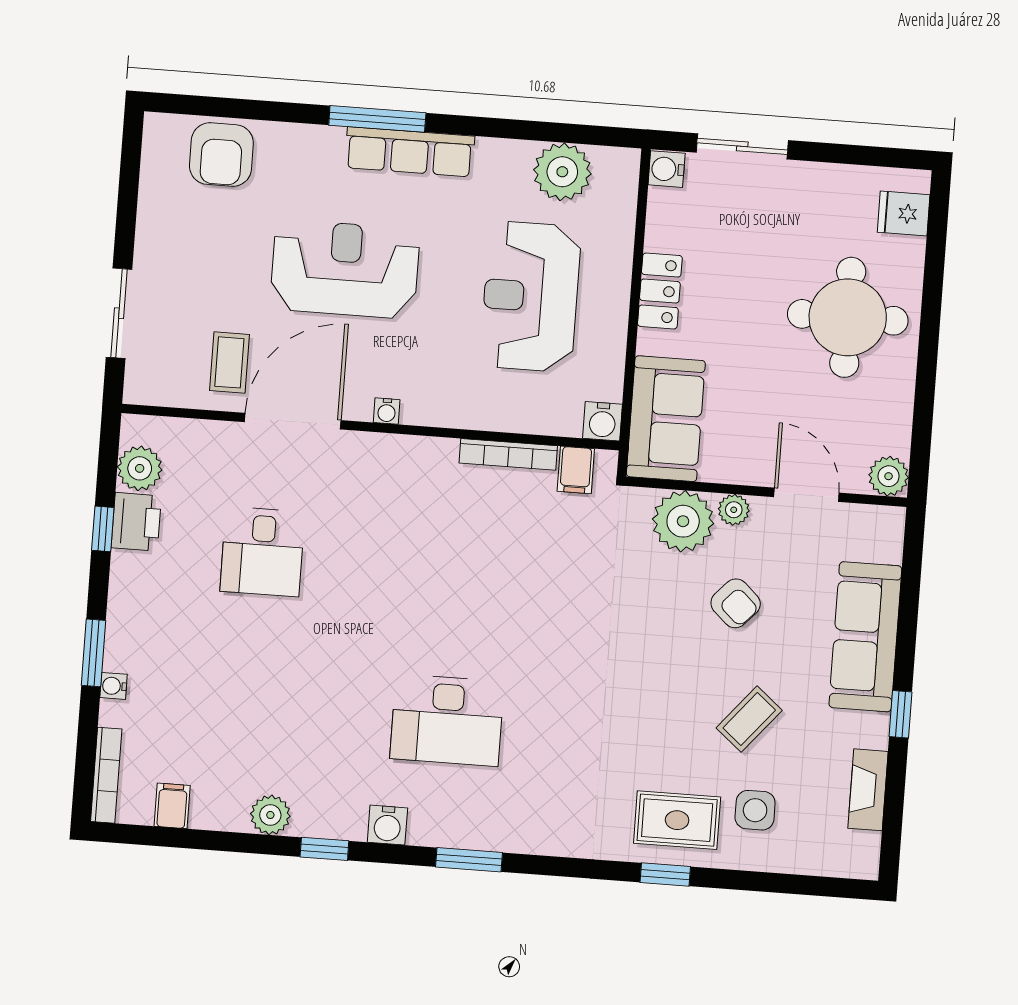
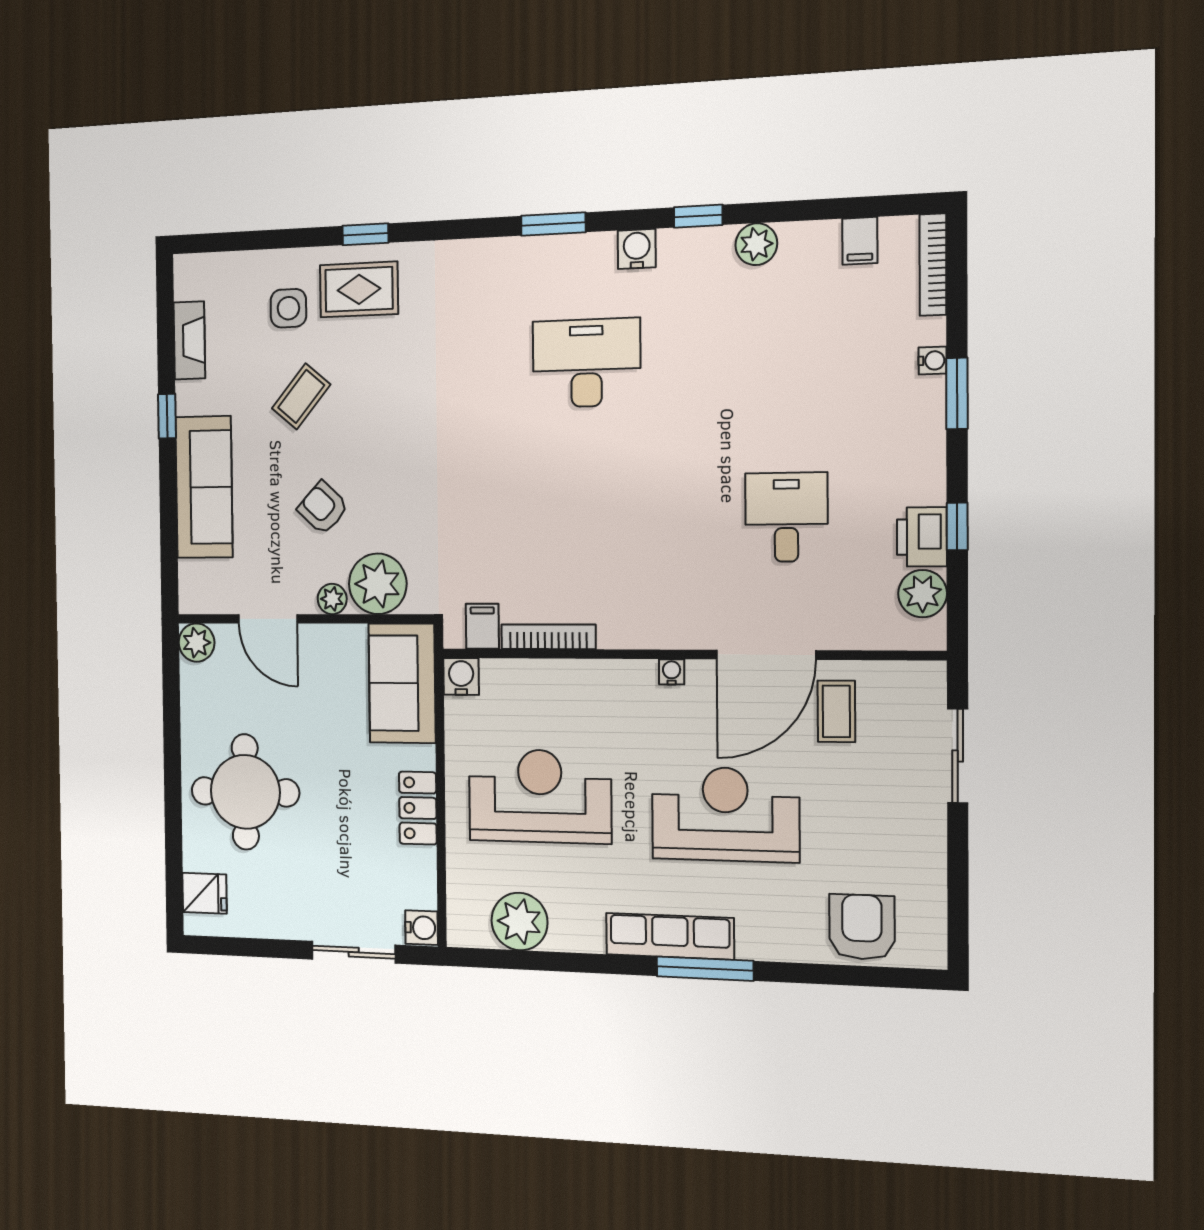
reception desk: (345, 269) -> (725, 814), turned 180
reception desk: (530, 296) -> (540, 796), turned -90

